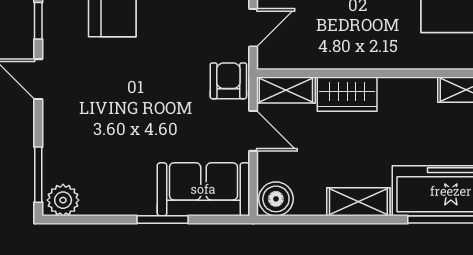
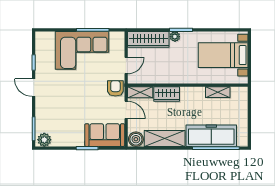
shelving: (358, 202) -> (165, 138), width x1.50, depth x1.33

